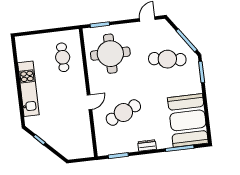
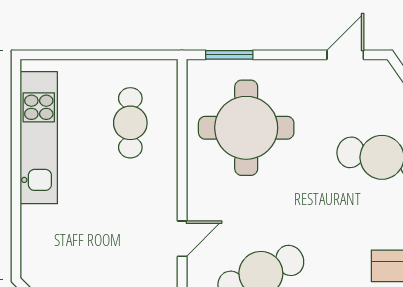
kitchen unit: (28, 89) -> (39, 138), moved

